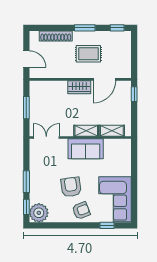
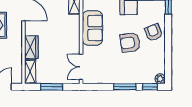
wardrobe: (79, 87) -> (31, 47), moved
shelving: (86, 131) -> (30, 72), moved
plant: (39, 213) -> (160, 79), width x0.53, depth x0.53

